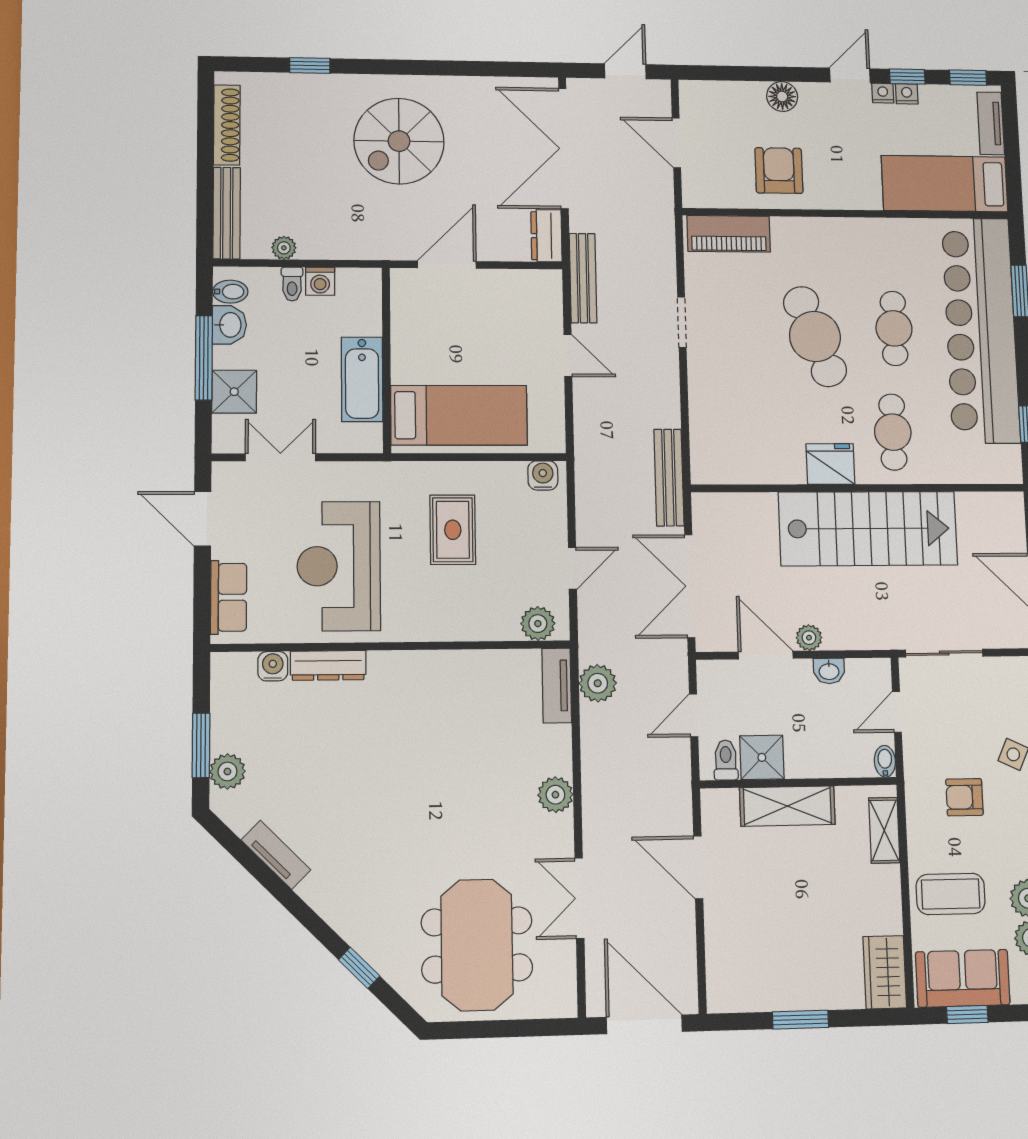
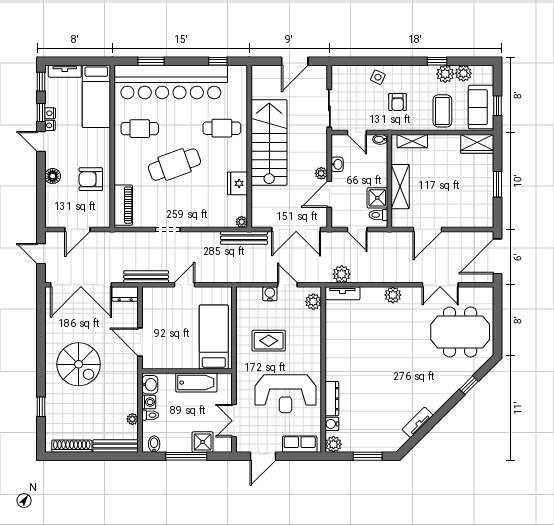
washbasin: (229, 325) -> (150, 385), moved, turned 90
cafe table: (894, 328) -> (140, 129), moved
fridge: (830, 464) -> (238, 183), moved
plant: (702, 473) -> (242, 222), added
water cooler: (543, 475) -> (270, 294), moved, turned 90
plant: (227, 771) -> (333, 444), moved

